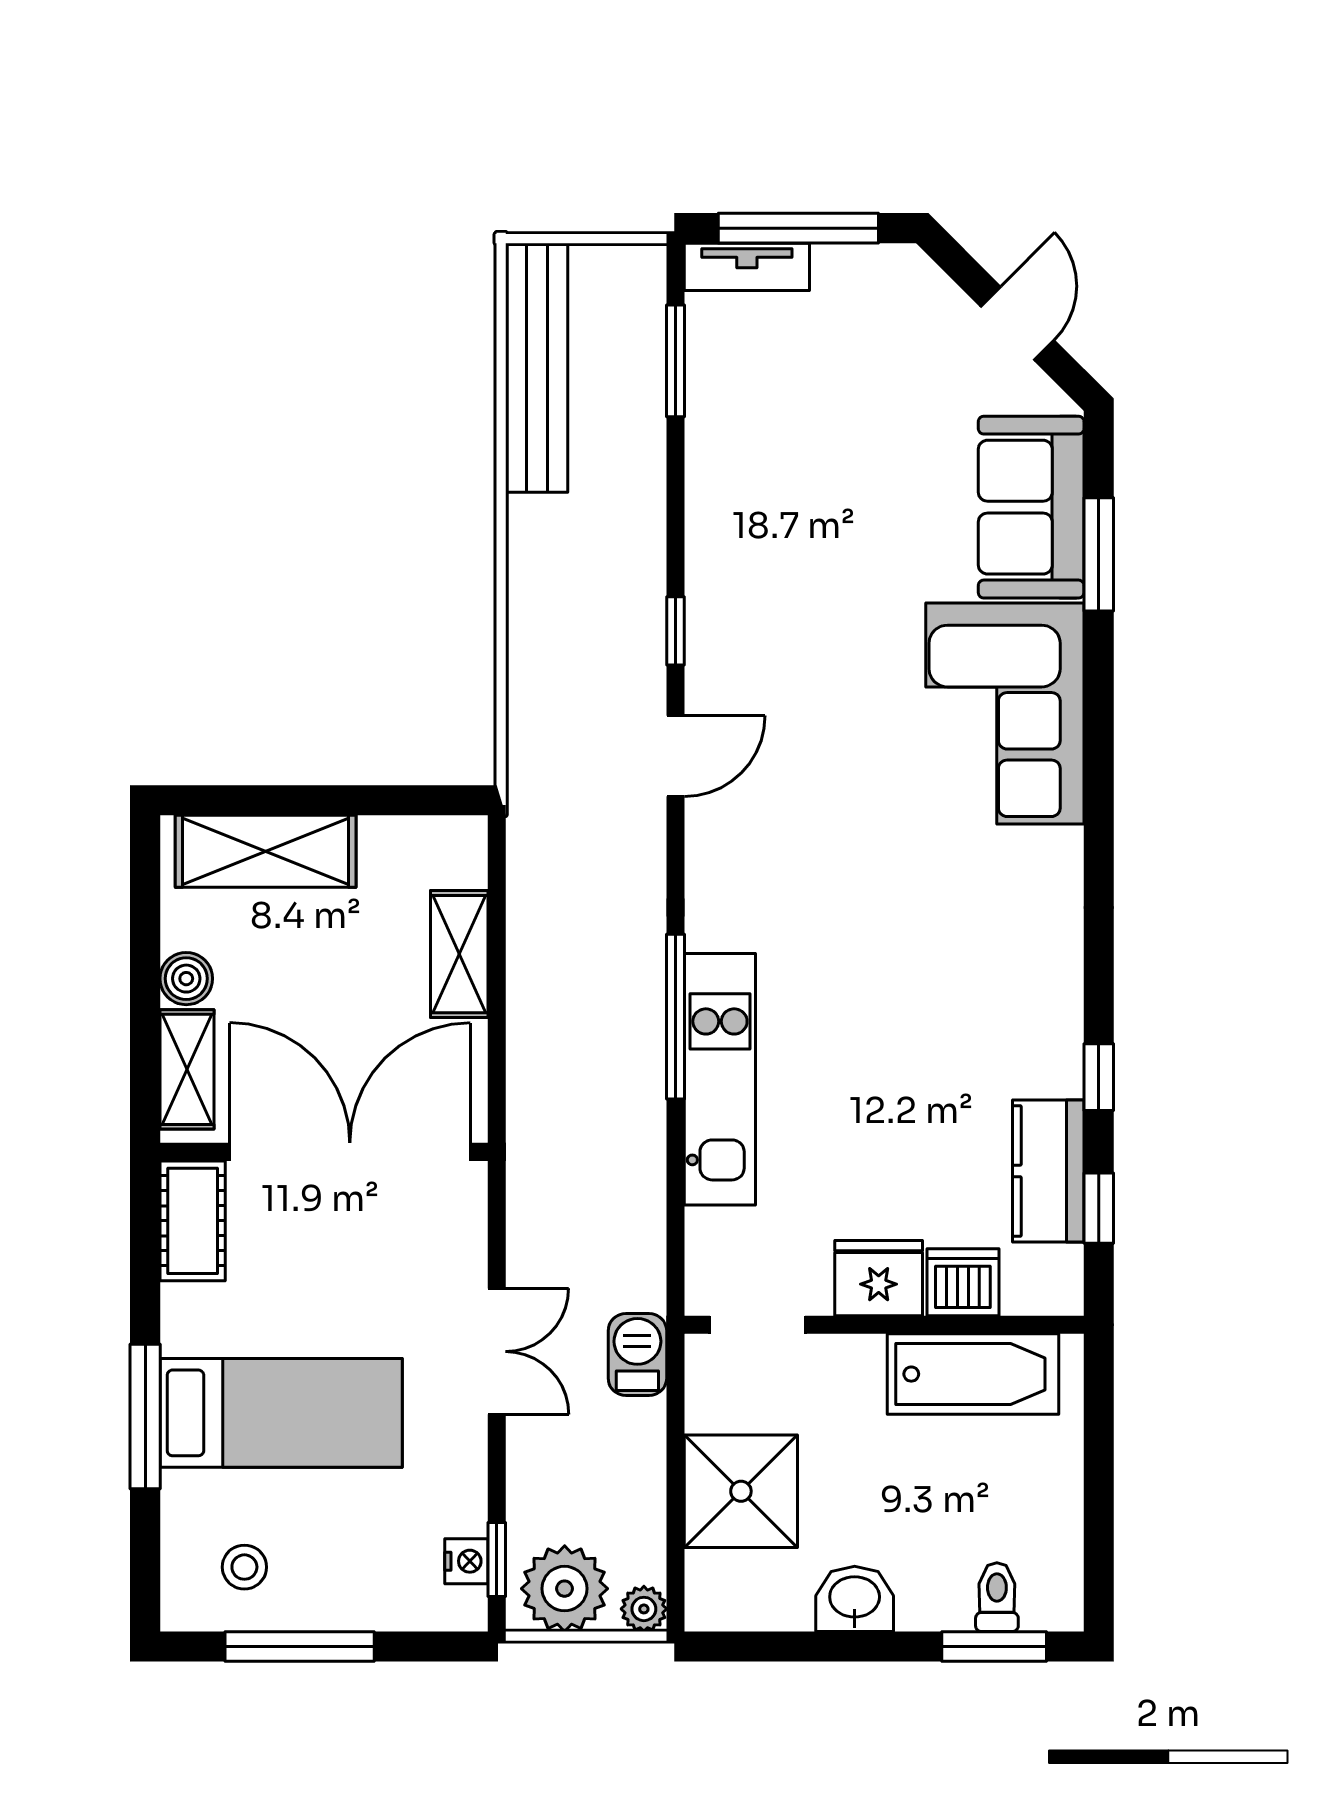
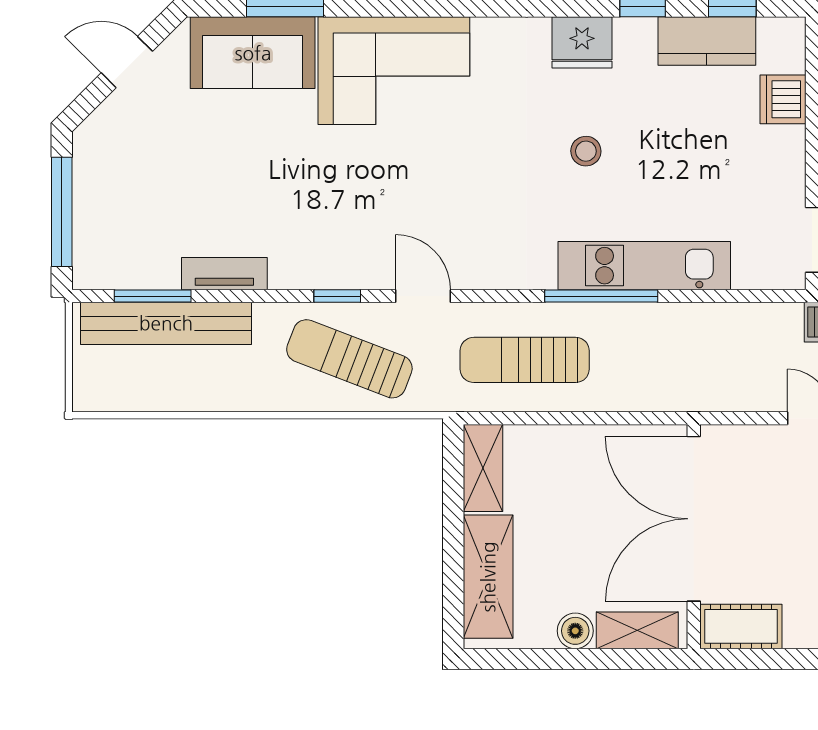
tv unit: (747, 267) -> (224, 274), moved, turned -90
bench: (537, 368) -> (166, 323), moved
sun lounger: (584, 649) -> (349, 359), added
sun lounger: (582, 905) -> (525, 360), added
shelving: (459, 954) -> (483, 468), moved, turned 90
stool: (887, 994) -> (586, 151), added
fridge: (879, 1278) -> (582, 42), moved, turned -90

